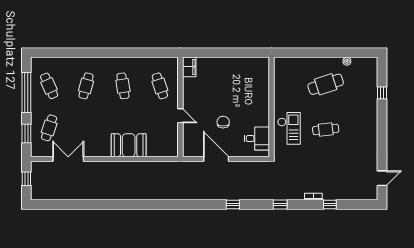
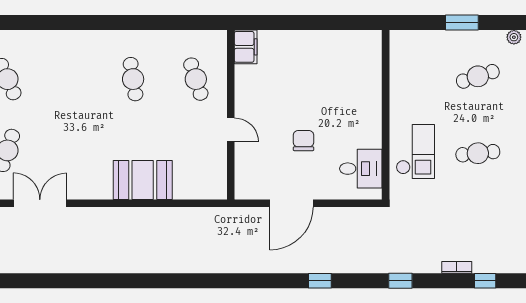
window: (316, 53) -> (462, 23), added
cafe table: (326, 84) -> (478, 76), width x0.73, depth x0.74
cafe table: (86, 86) -> (70, 79), removed
door: (216, 159) -> (291, 203), swing flipped

